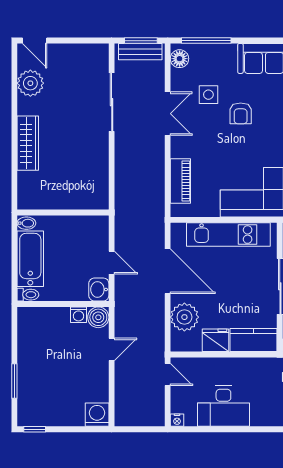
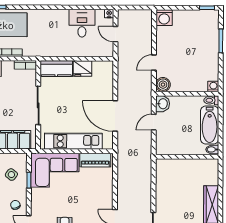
piano: (180, 181) -> (95, 160), moved, turned -90
door: (112, 263) -> (154, 122), hinge flipped
washing machine: (78, 315) -> (213, 87), moved
plant: (184, 317) -> (104, 85), removed
door: (168, 374) -> (115, 34), moved
desk: (223, 406) -> (82, 23), width x0.73

